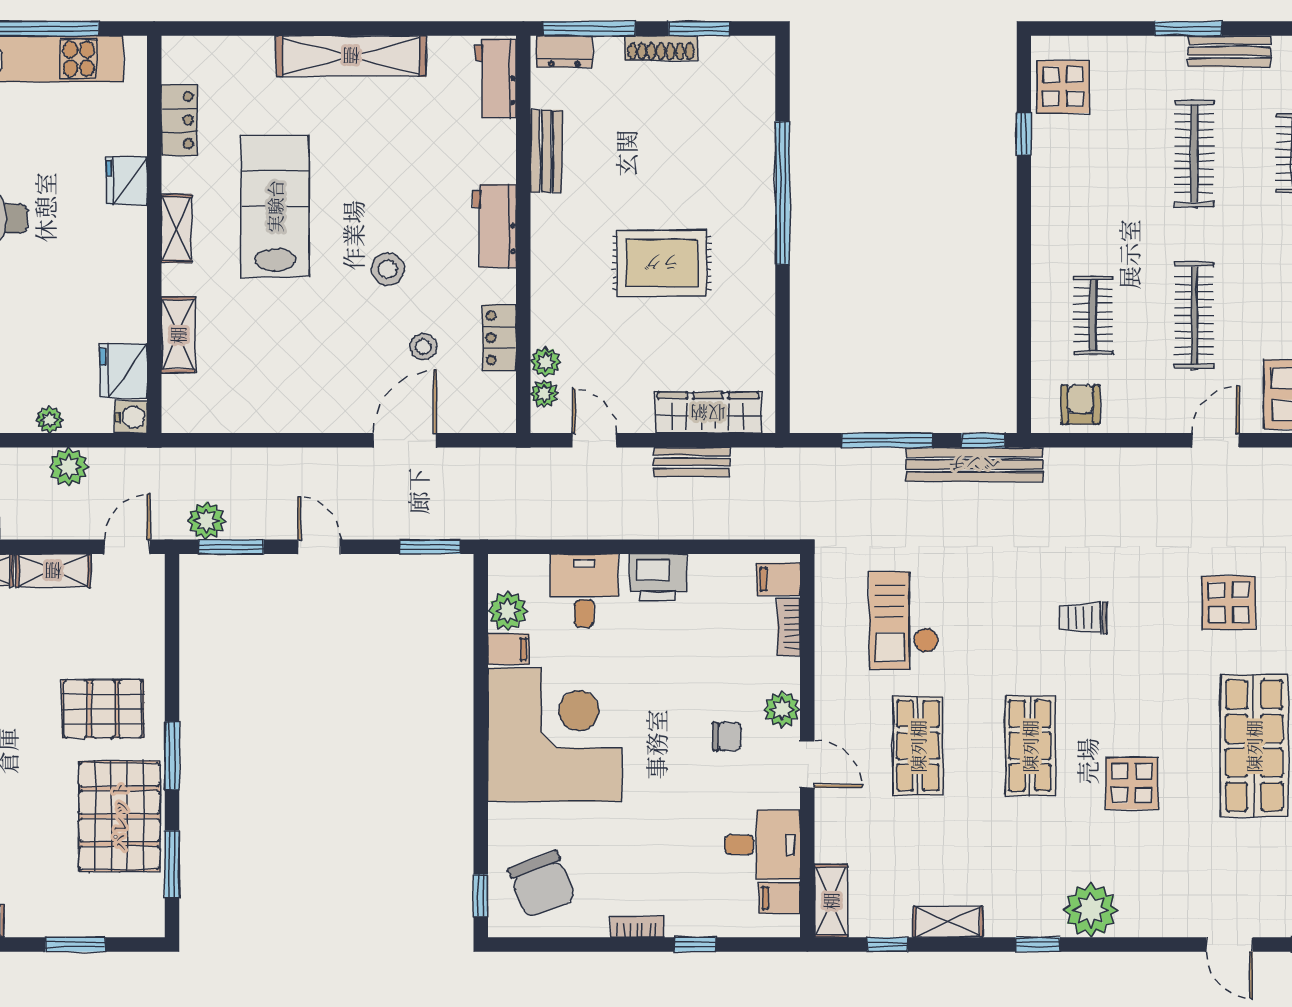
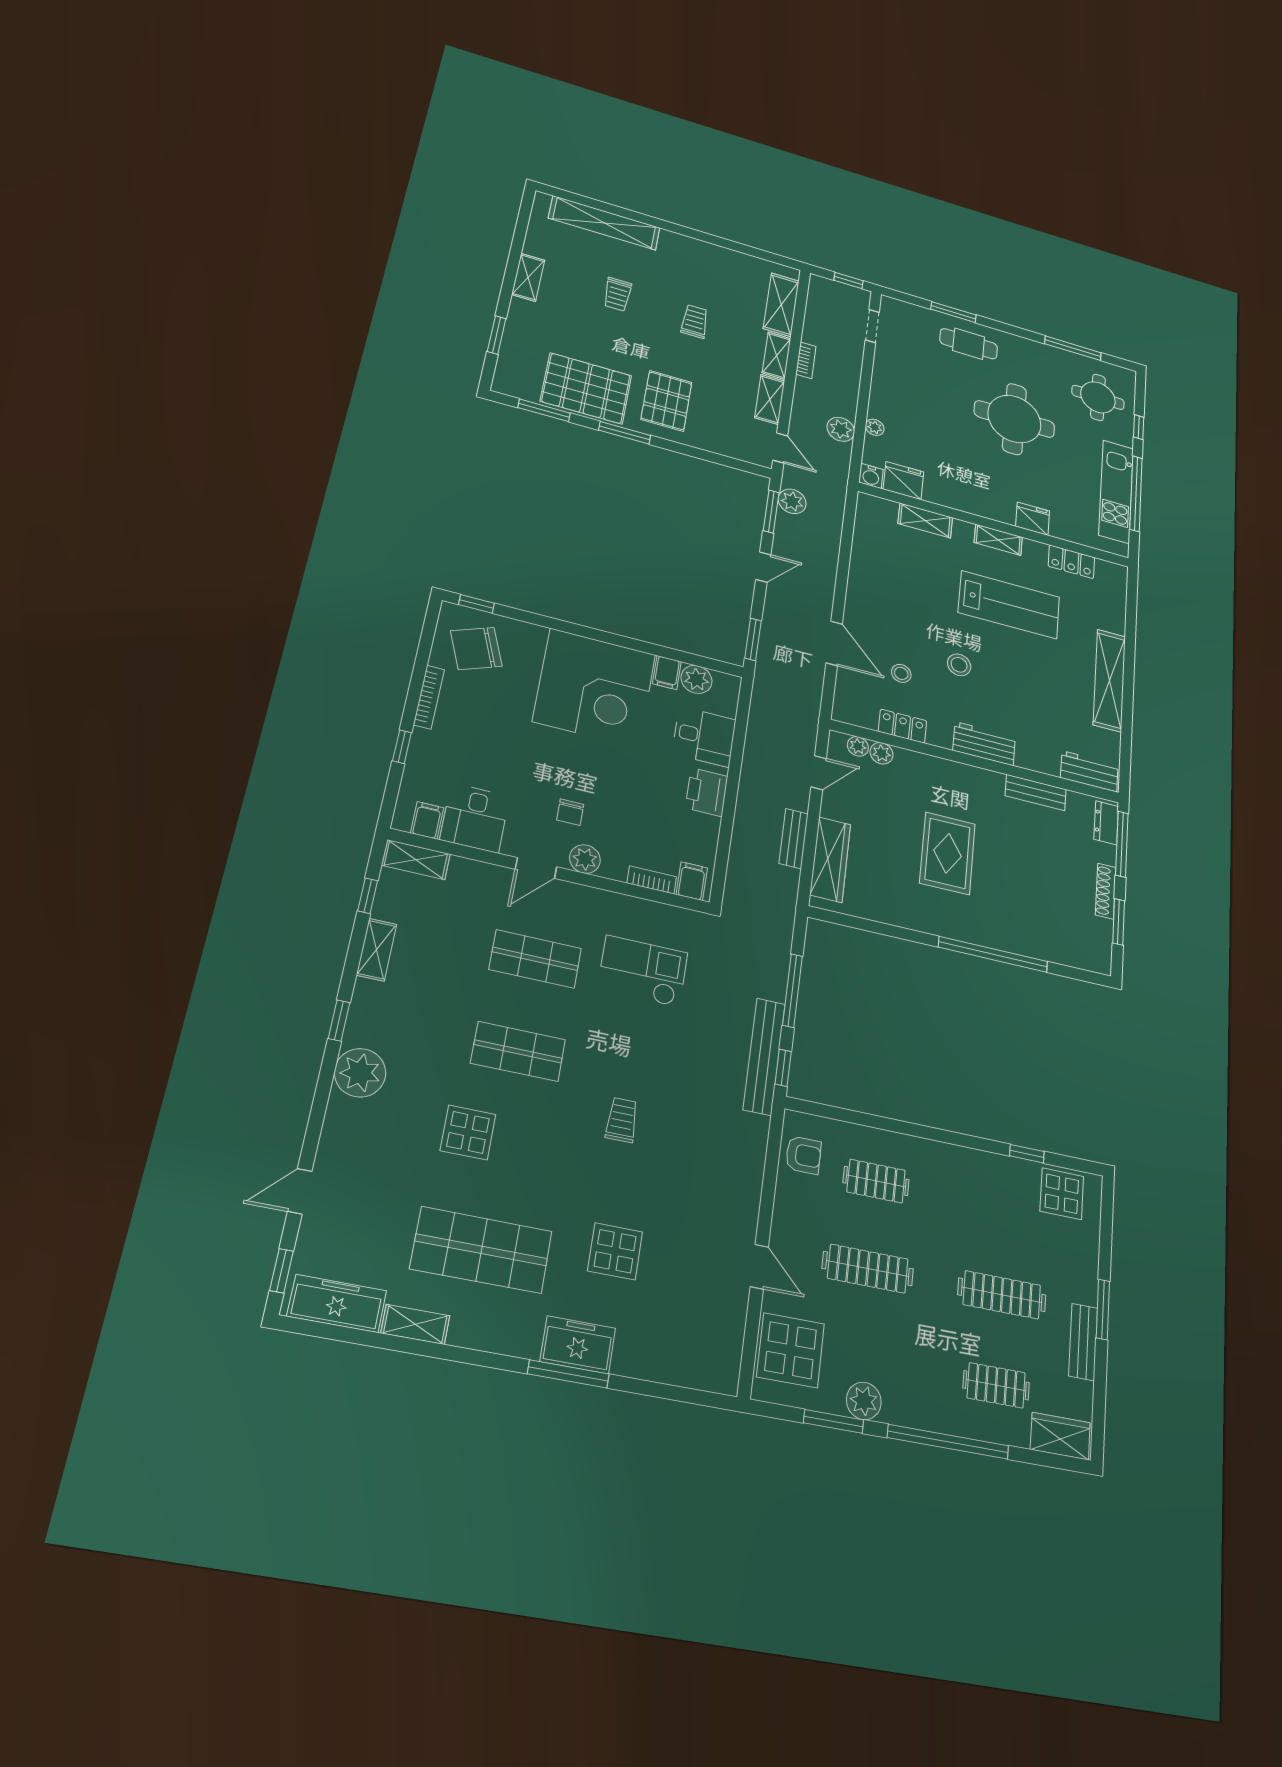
bookcase: (637, 927) -> (429, 697), width x1.56

